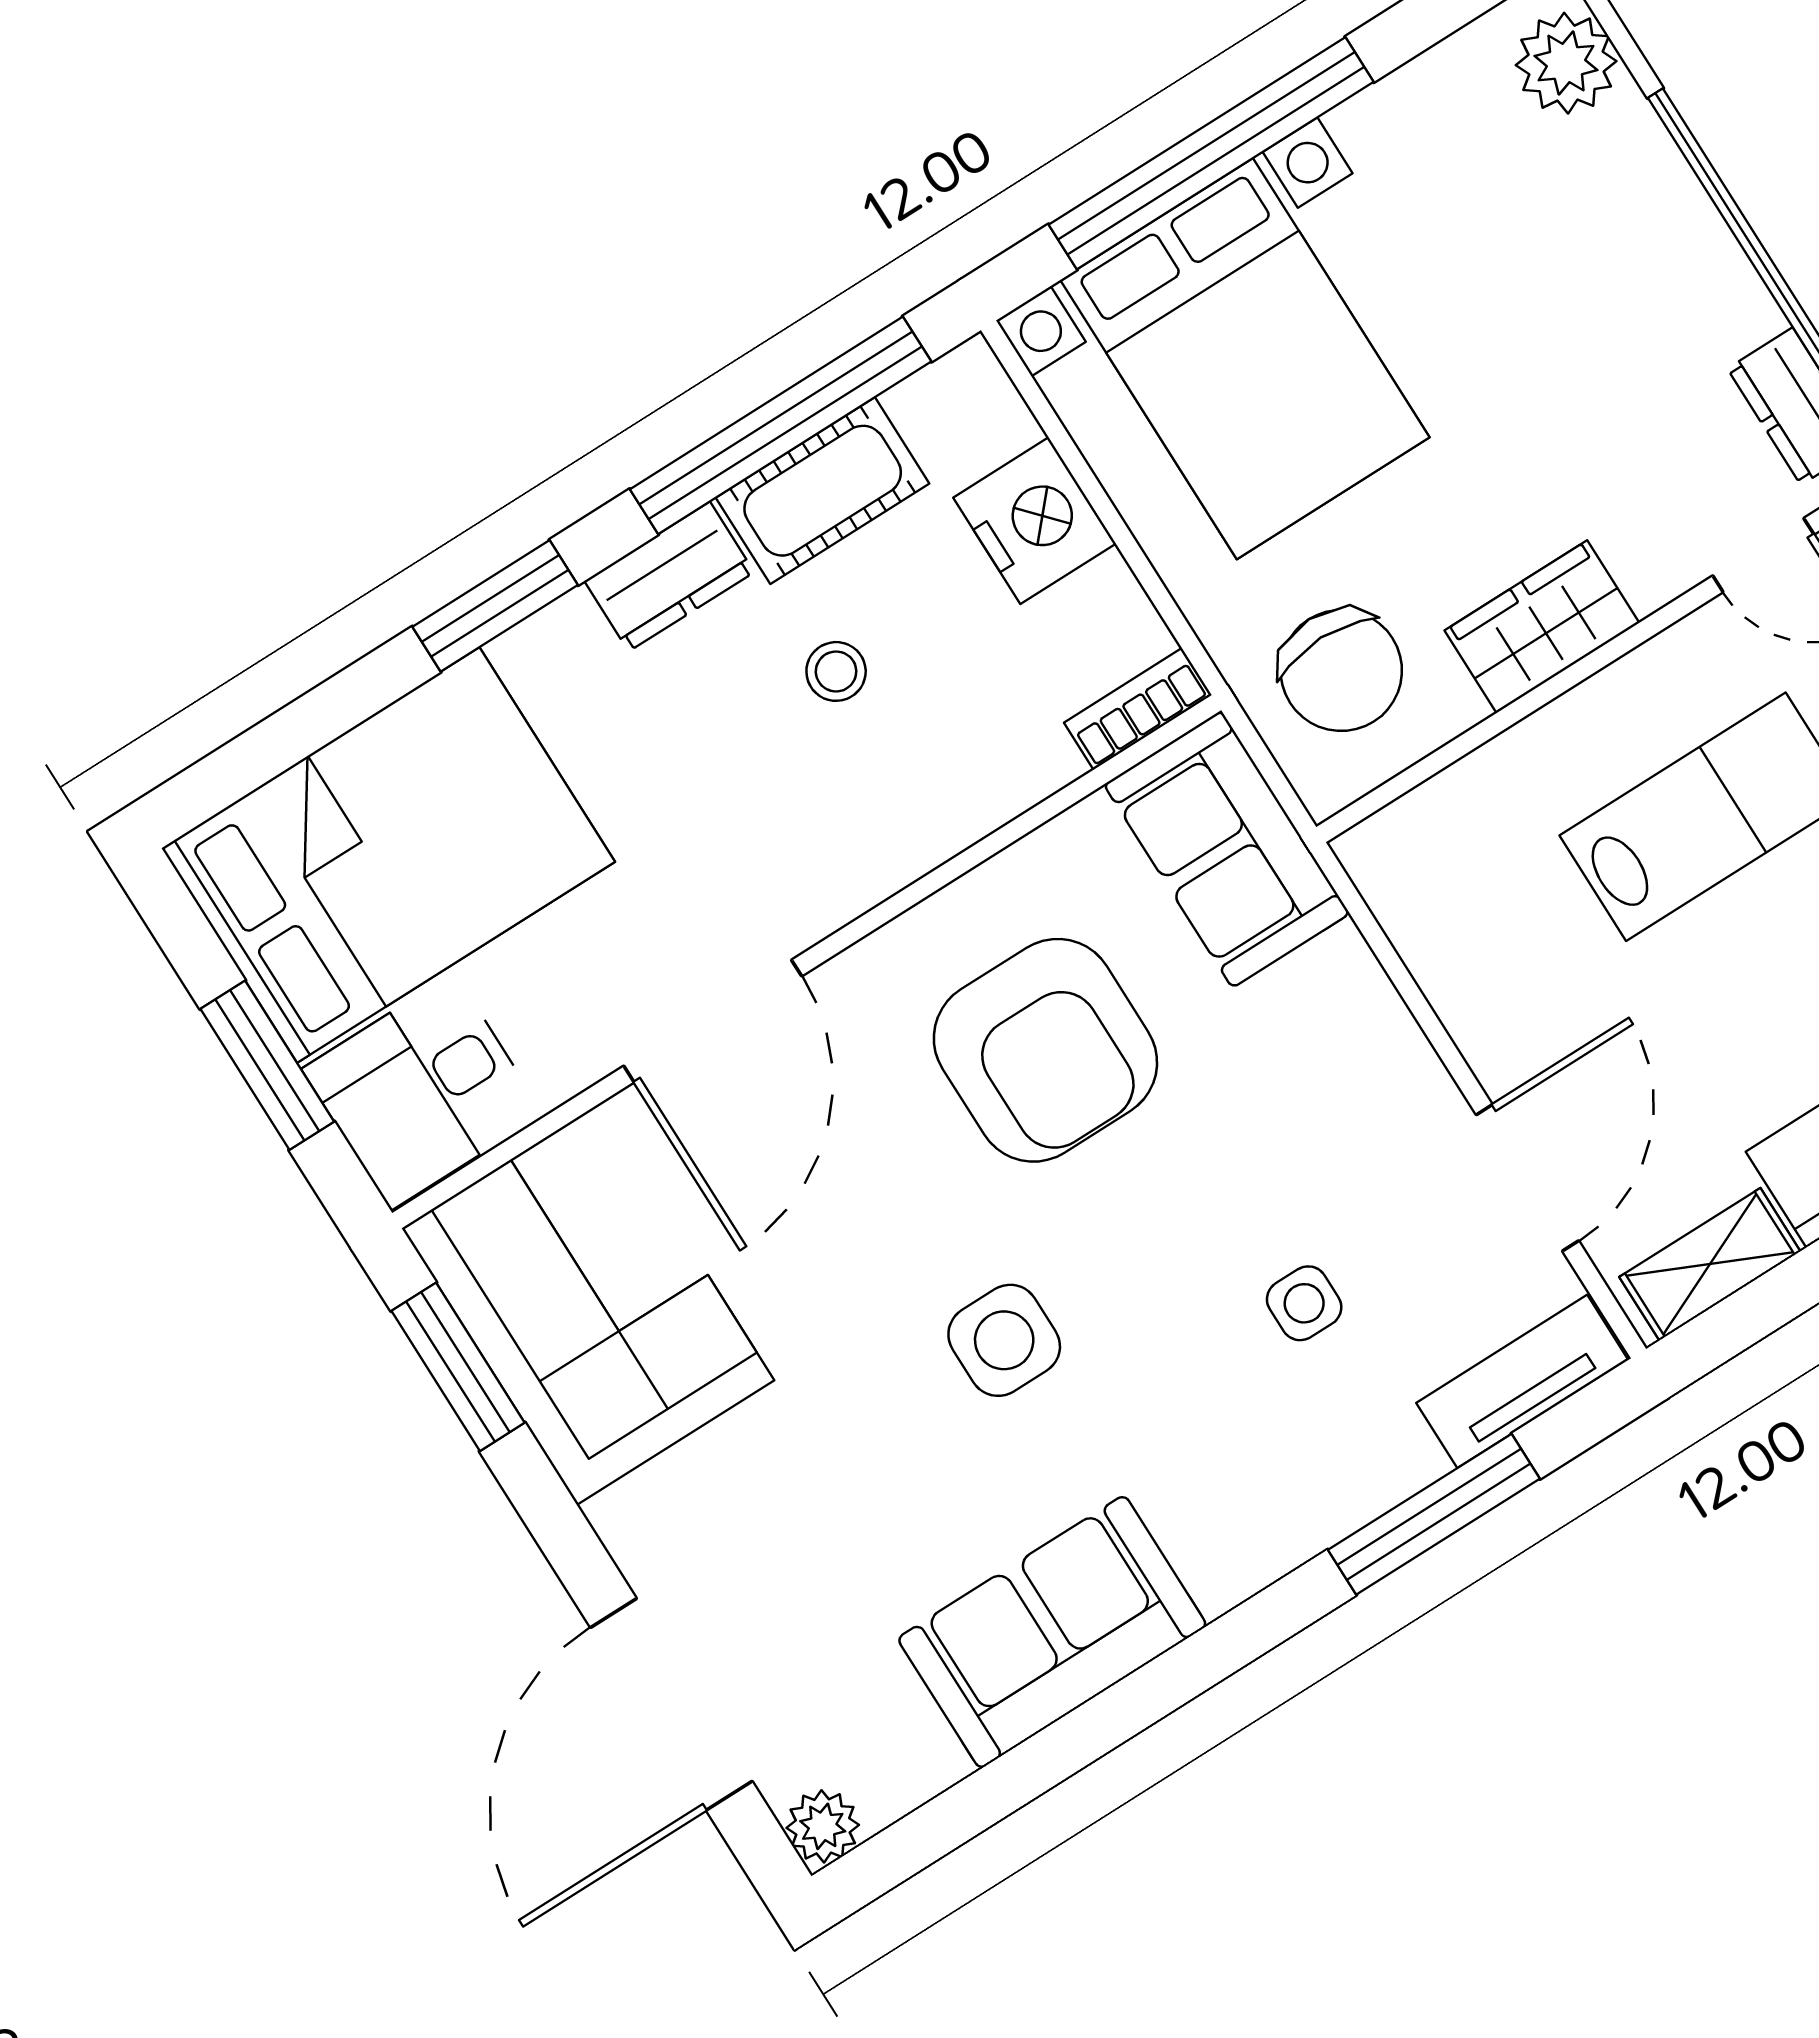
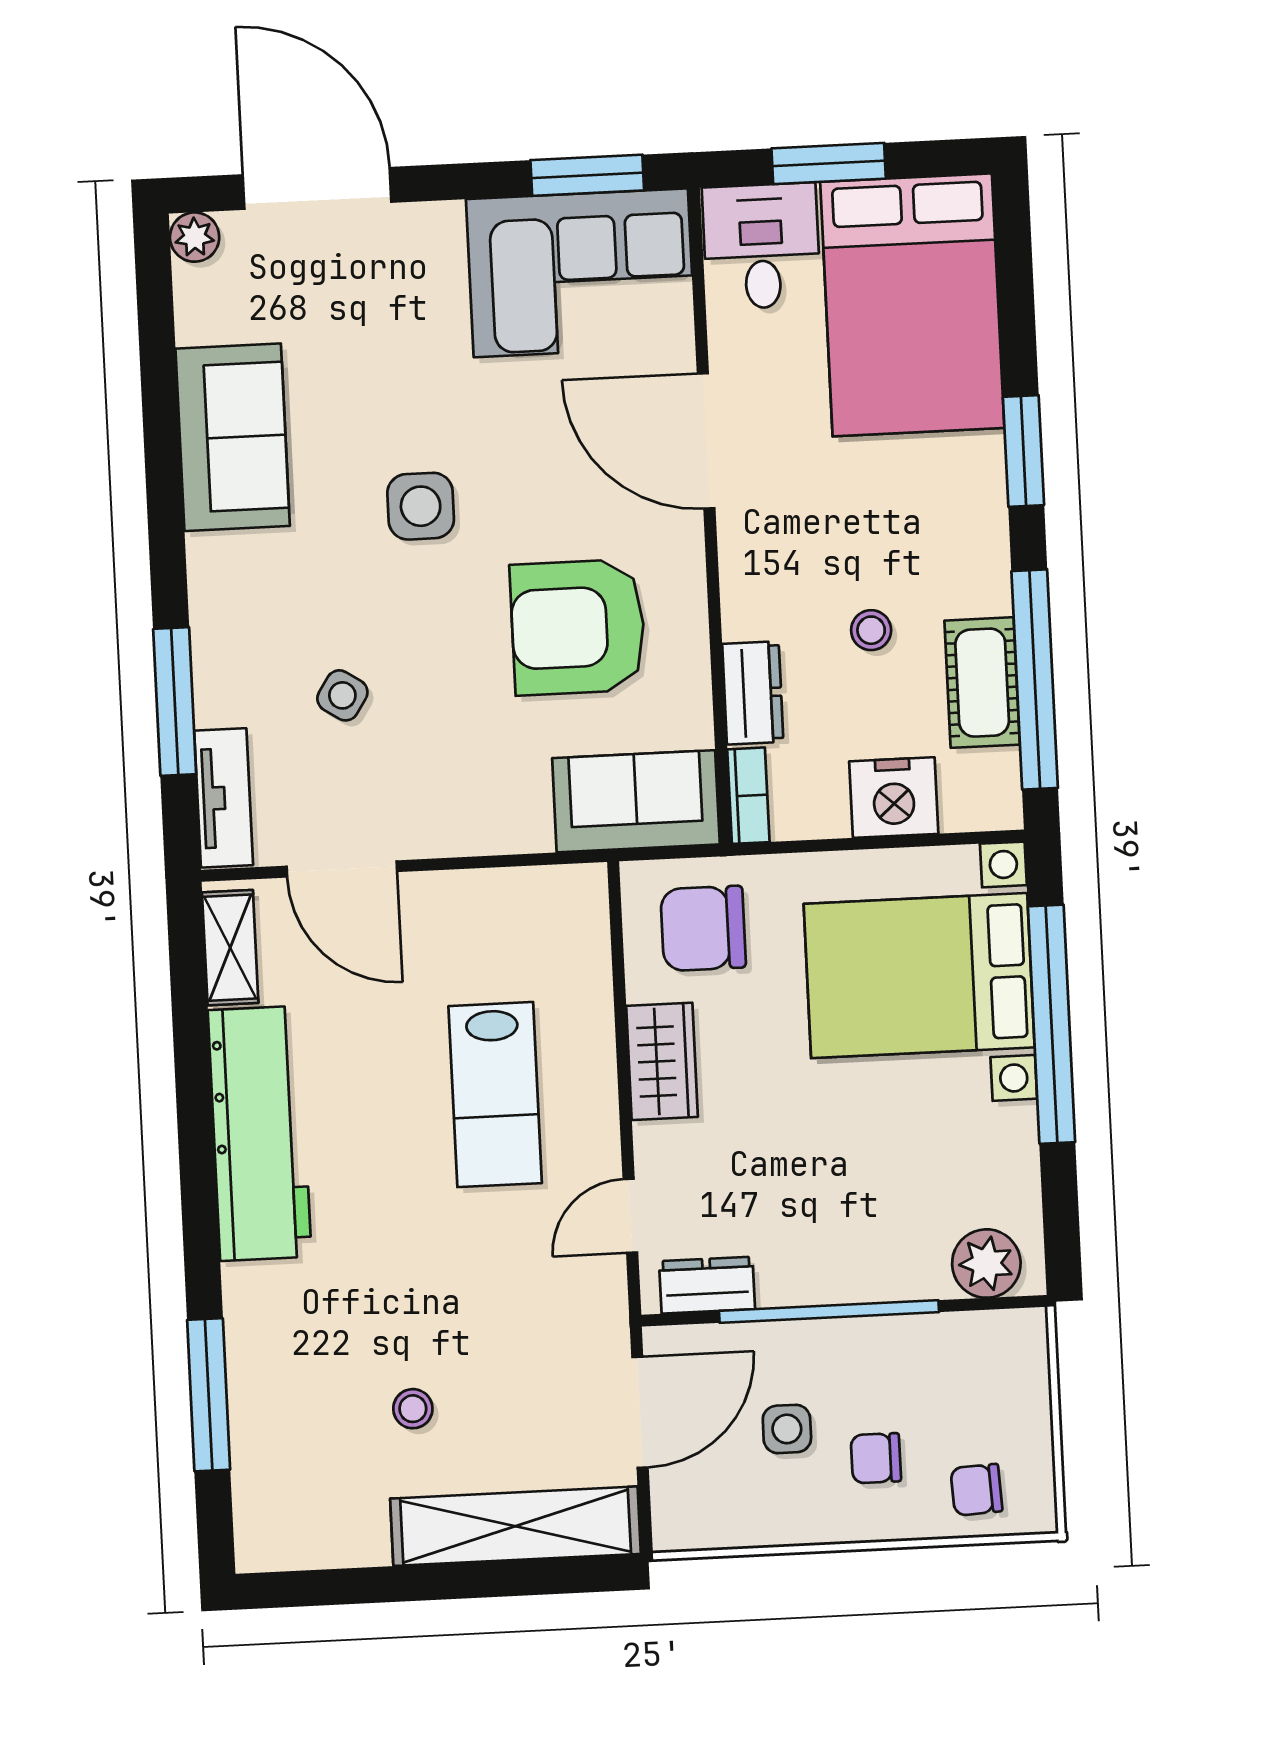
dresser: (669, 577) -> (753, 693), moved, turned 180
side table: (1304, 1303) -> (342, 695), turned 33

